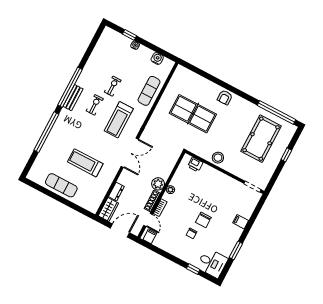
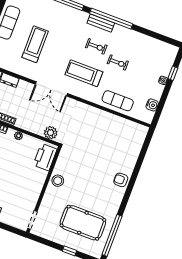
table tennis table: (193, 114) -> (100, 149), removed
printer: (195, 165) -> (45, 157), width x1.87, depth x1.48
plant: (158, 184) -> (51, 133), moved

